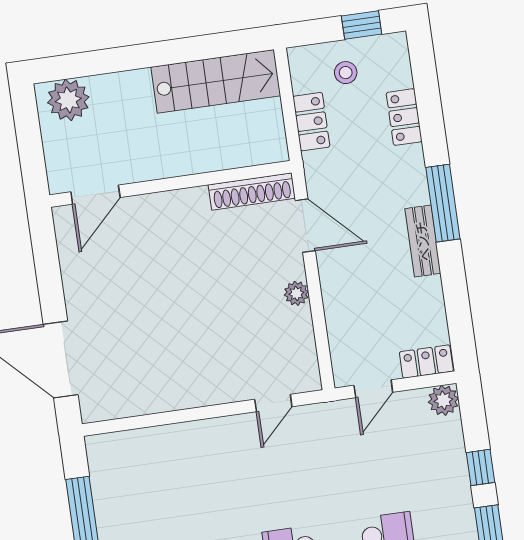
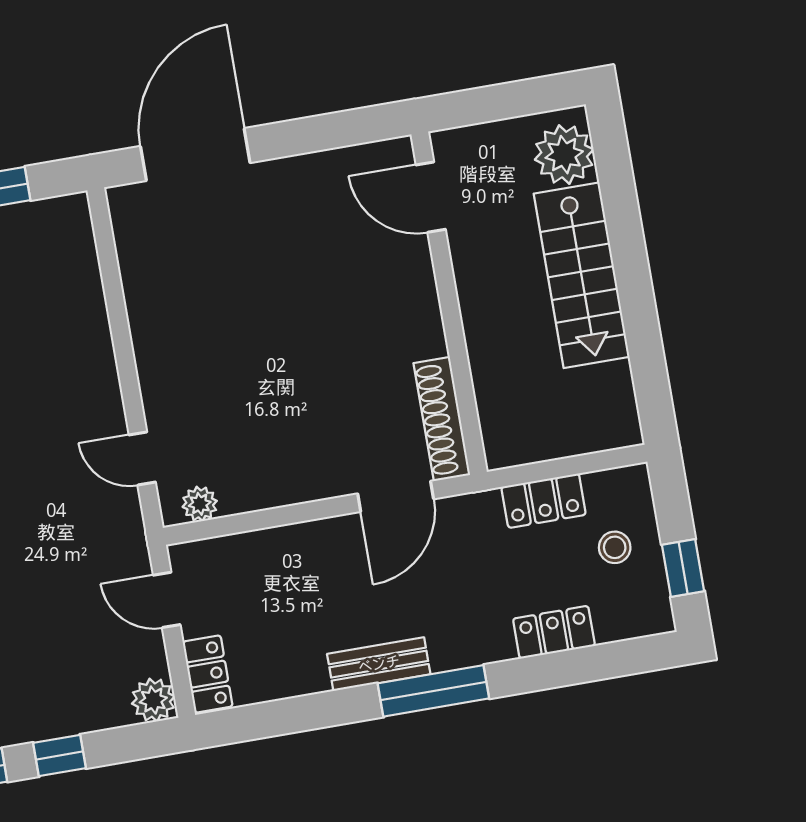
stairs: (216, 81) -> (582, 275), moved
plant: (296, 293) -> (200, 504), moved

